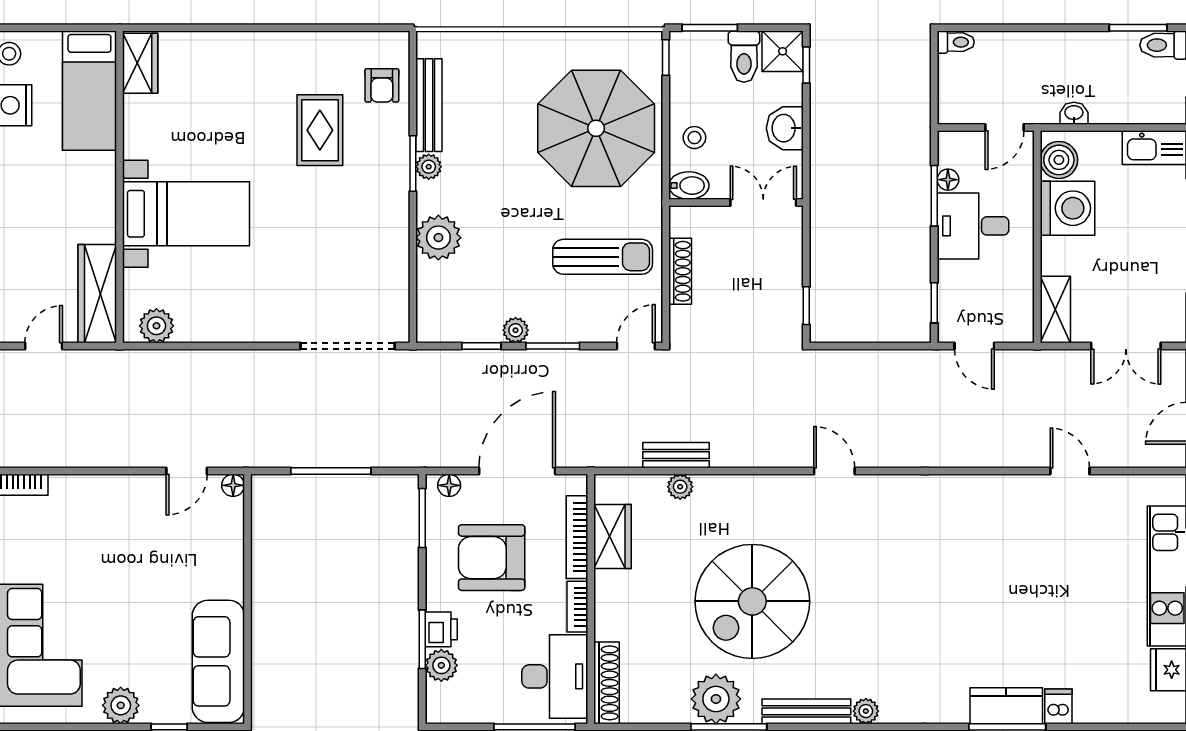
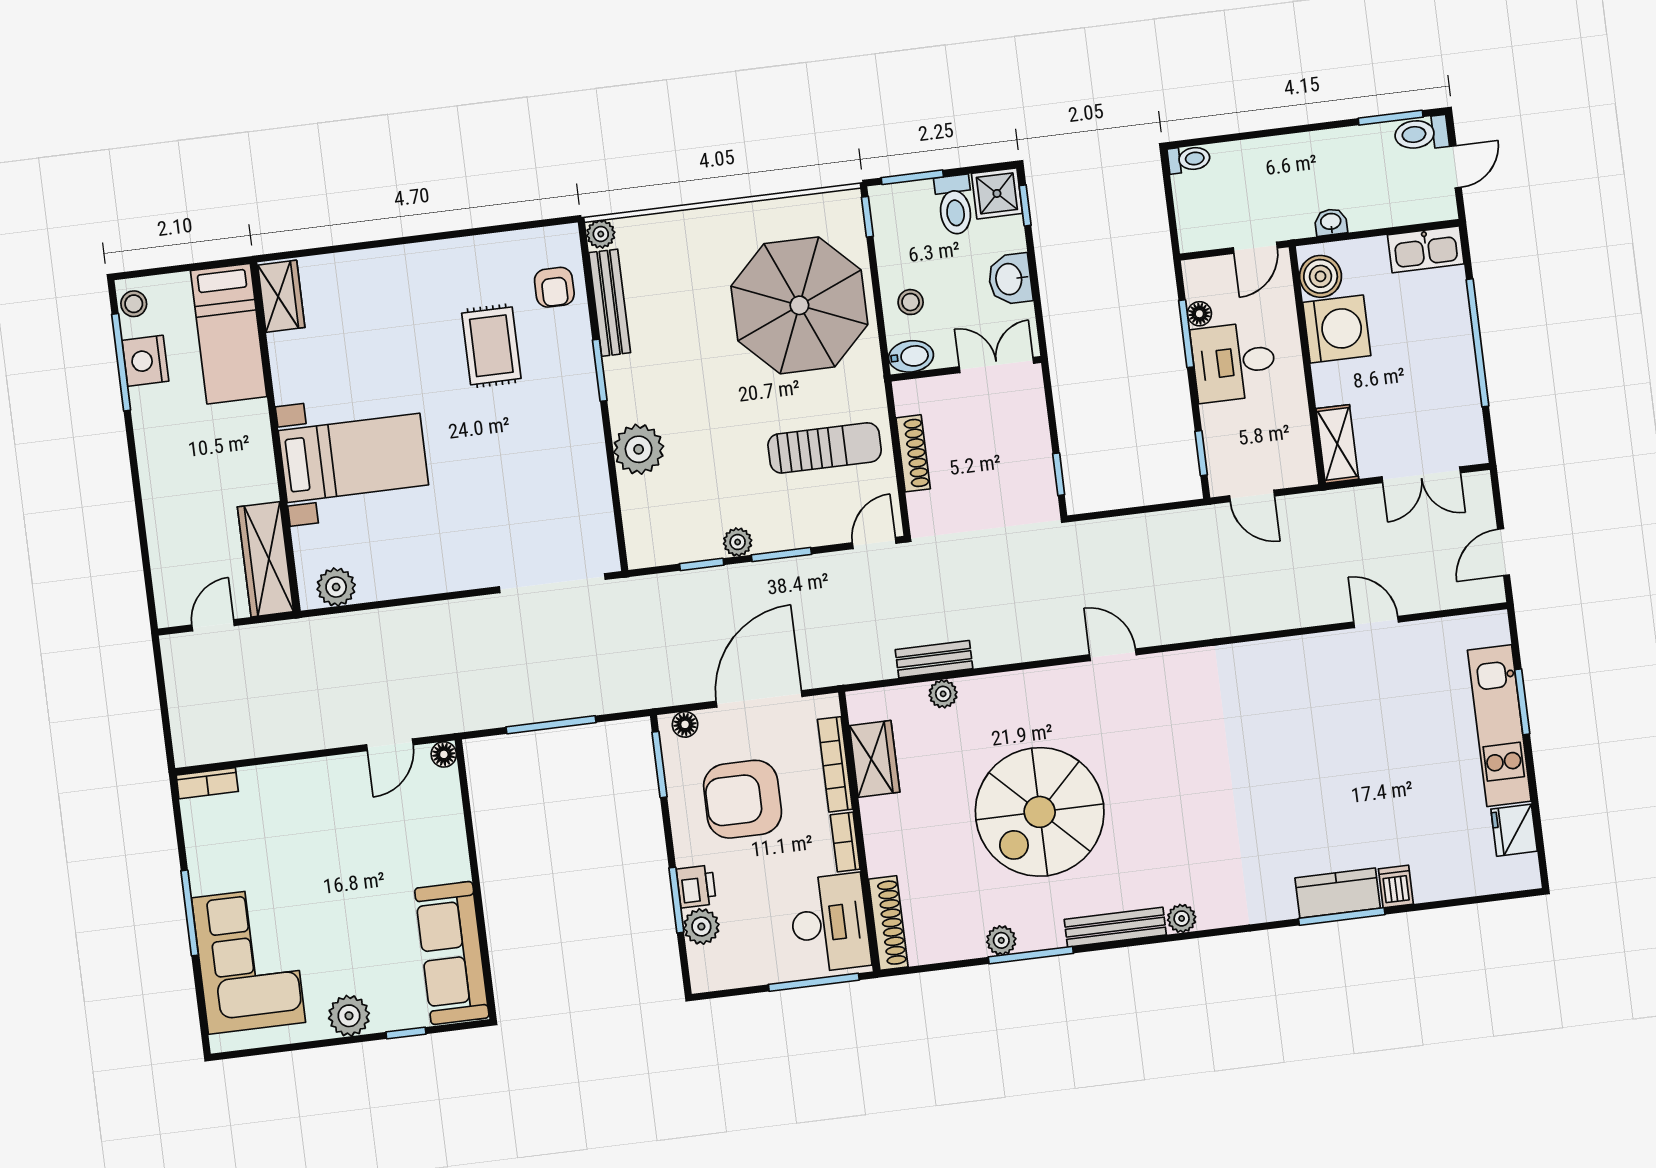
plant: (429, 167) -> (601, 234), moved
plant: (716, 699) -> (1001, 940), width x0.53, depth x0.53

